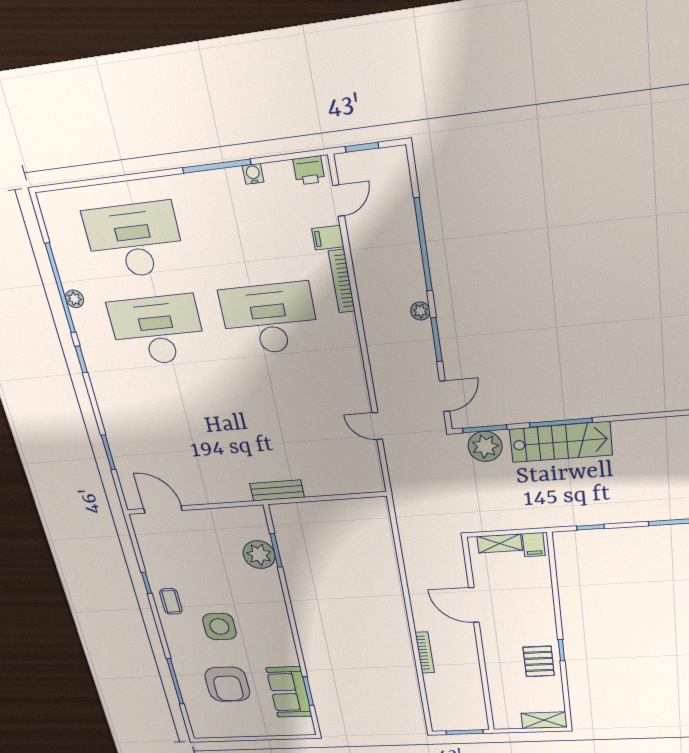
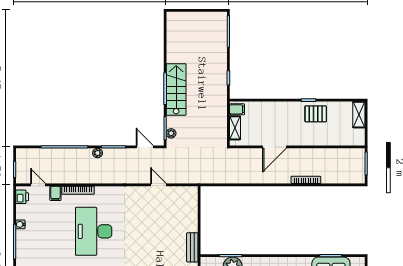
door: (377, 426) -> (158, 185), swing flipped
plant: (485, 446) -> (171, 133), width x0.53, depth x0.53

